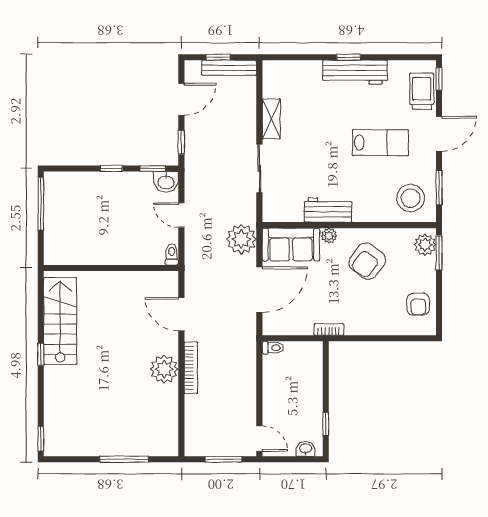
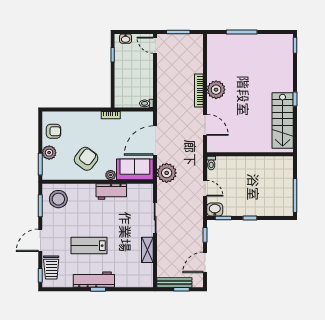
lab bench: (380, 143) -> (89, 246), moved
plant: (425, 245) -> (49, 153), moved
armchair: (418, 304) -> (53, 131), turned 90

